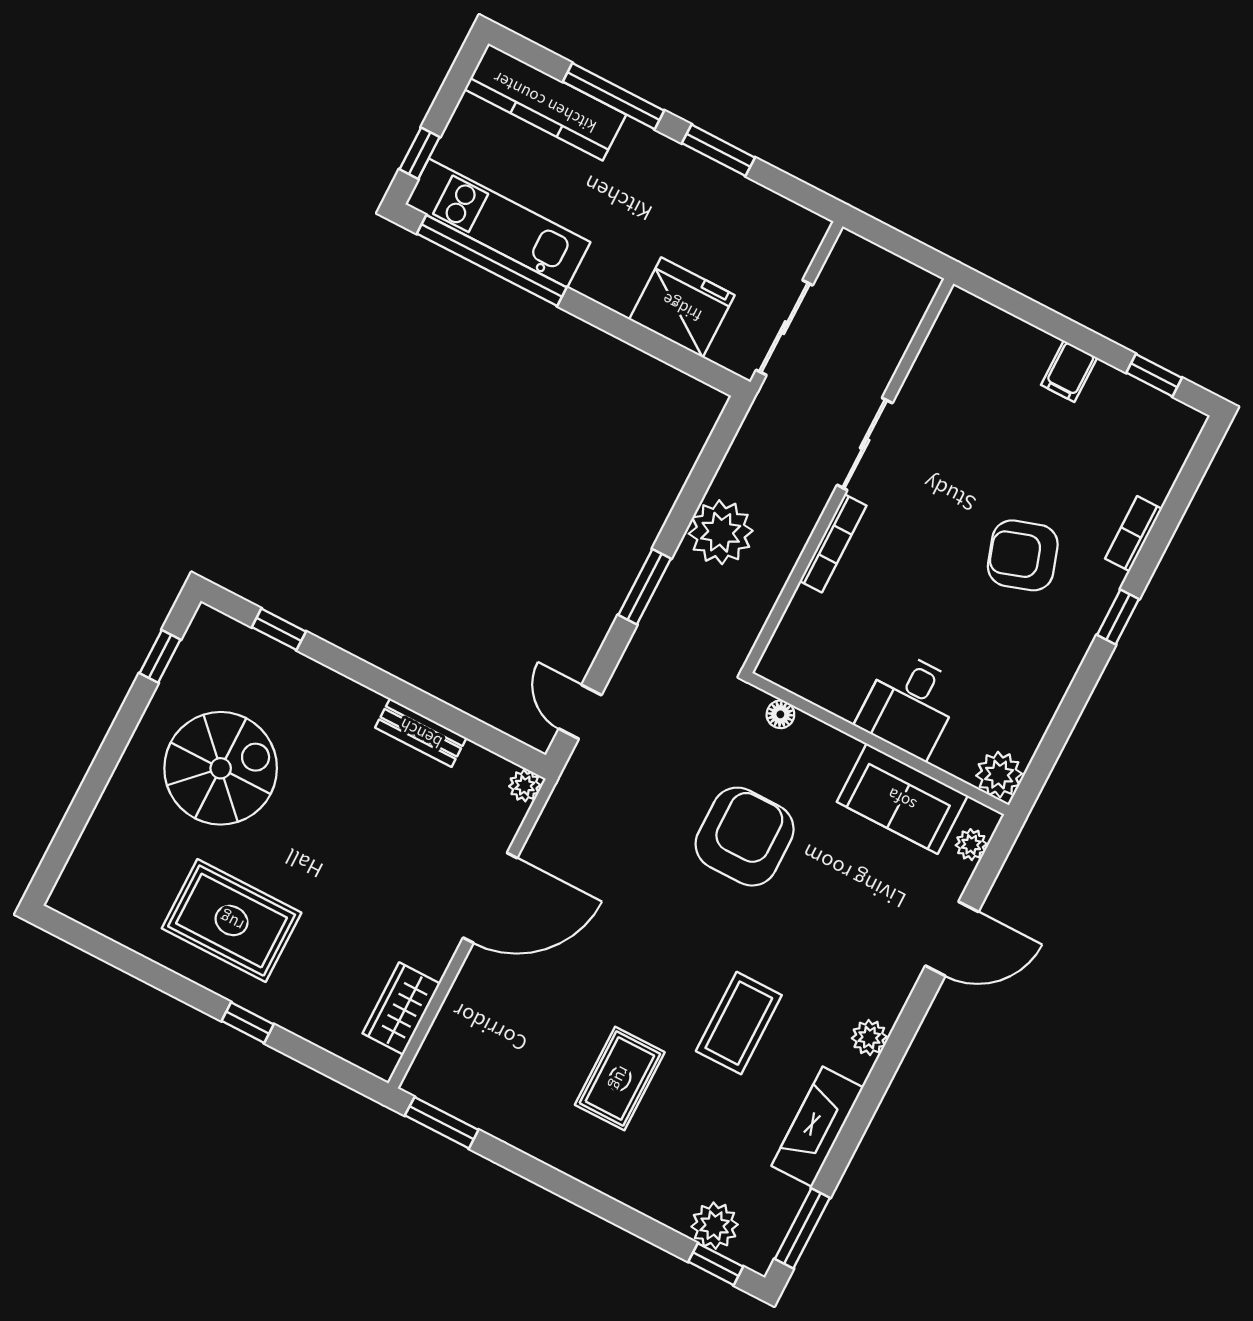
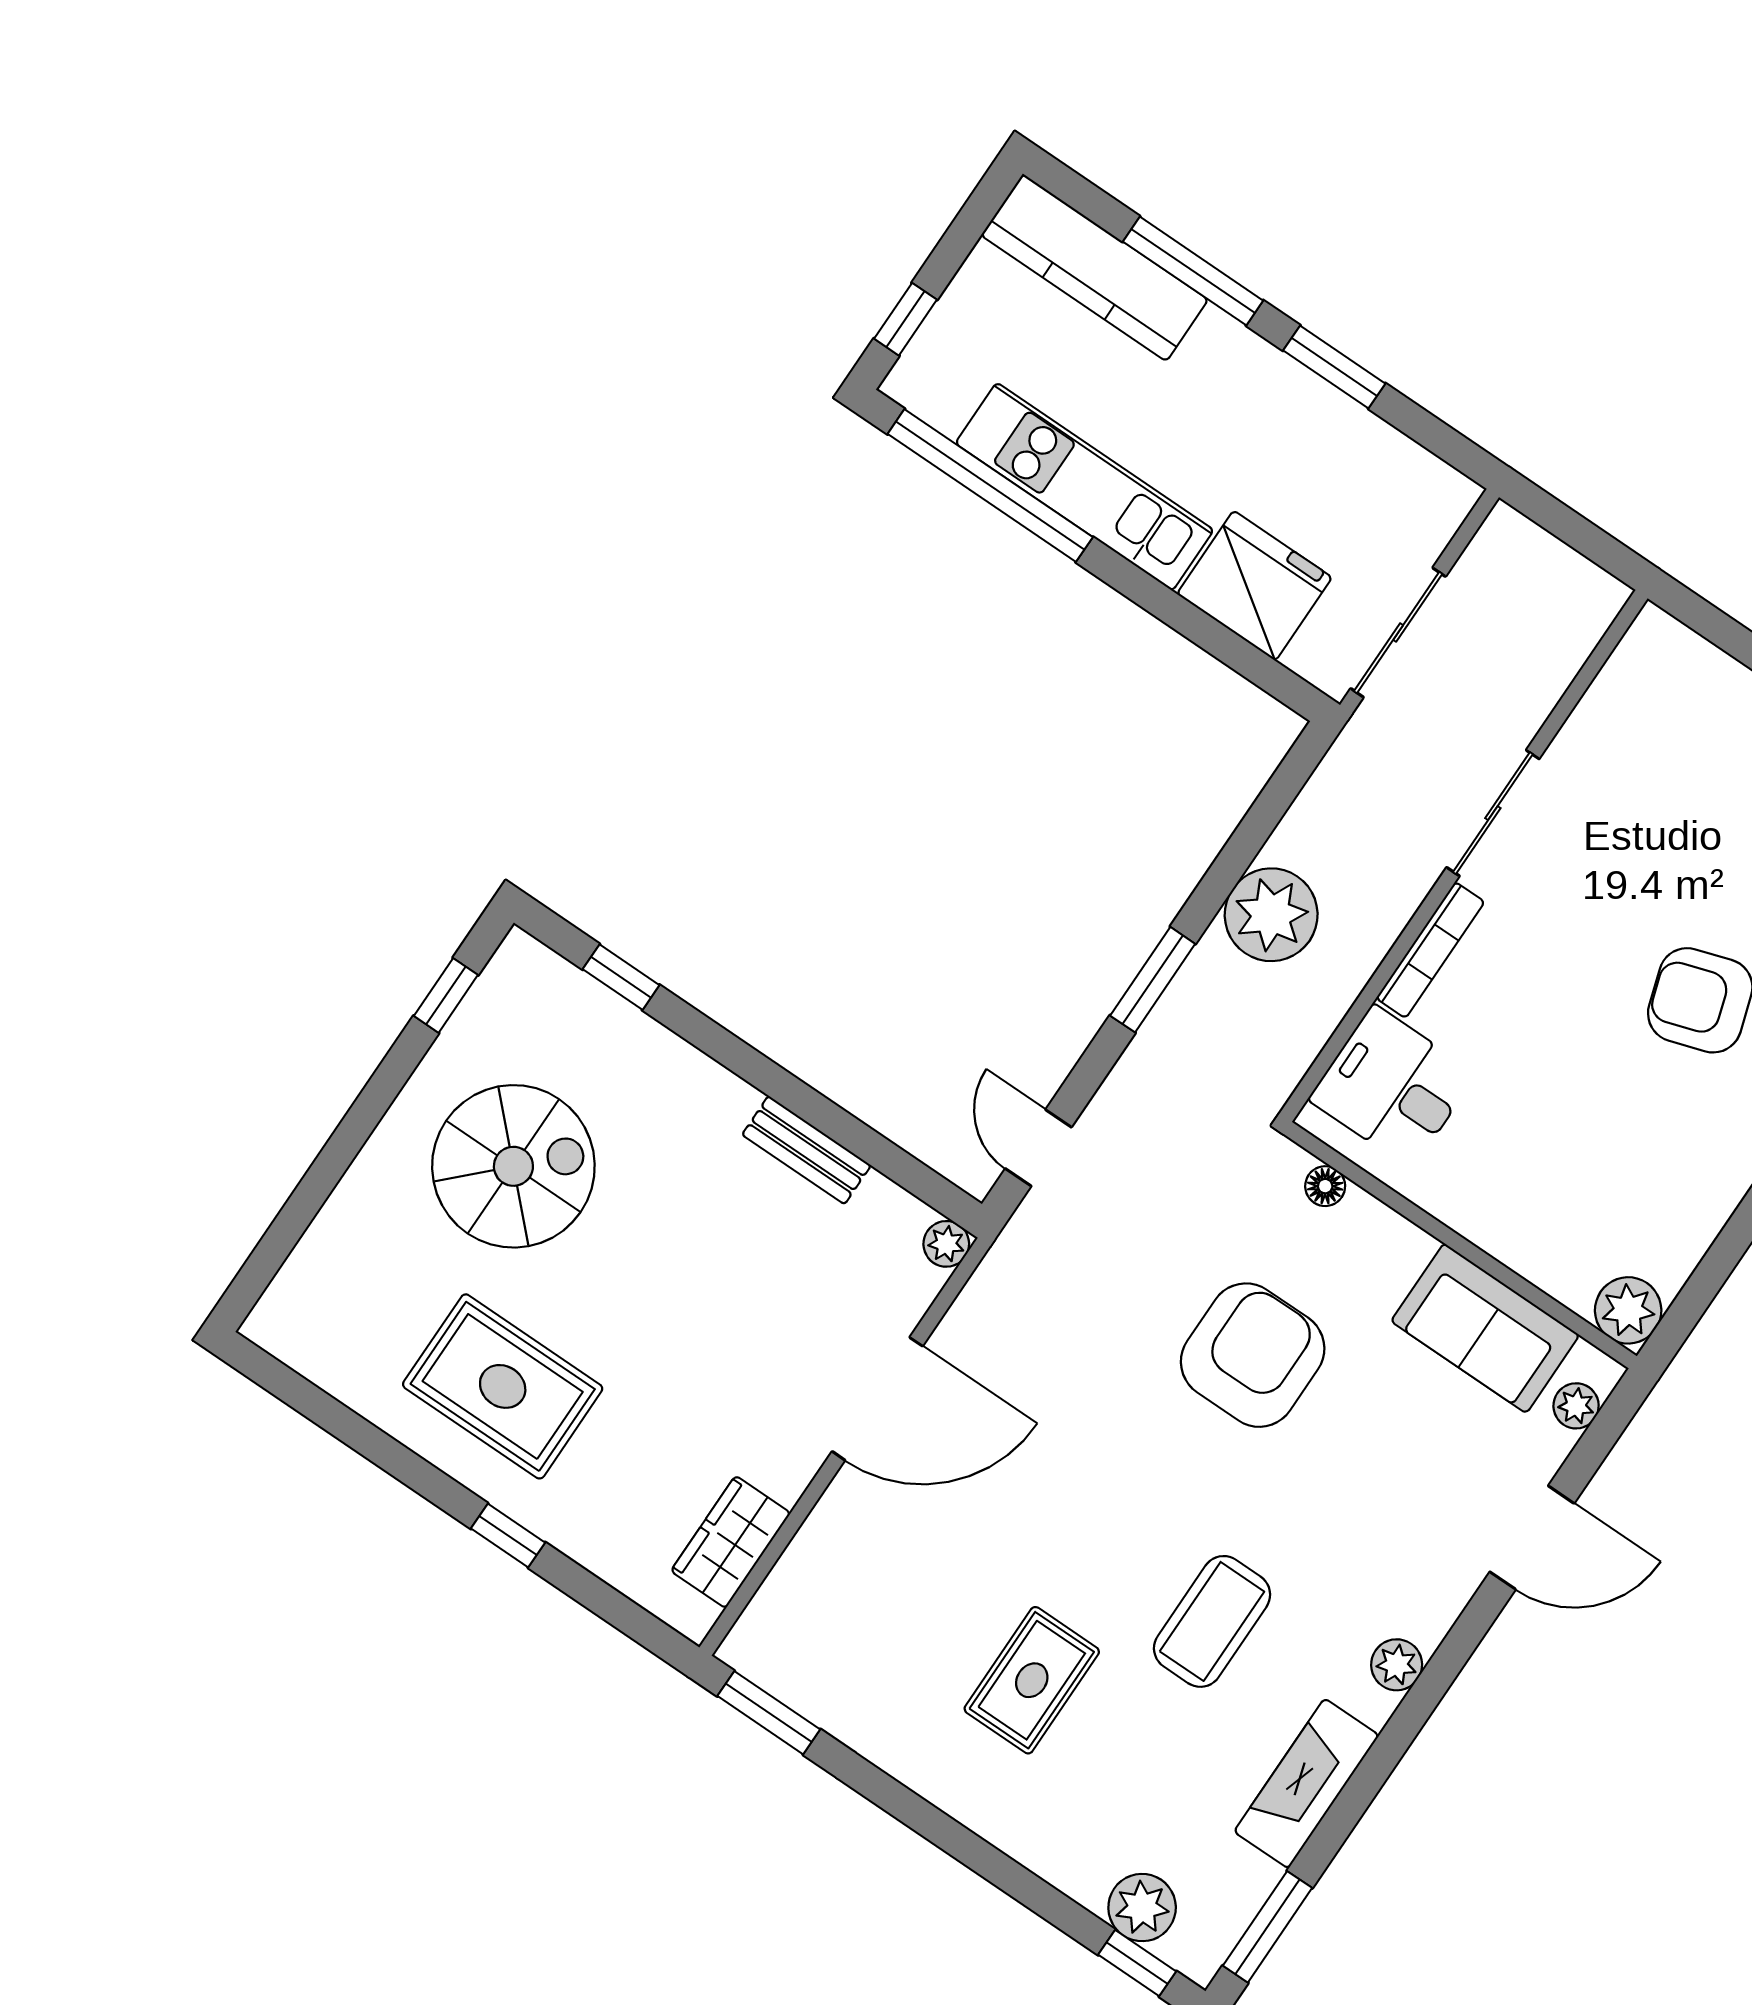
kitchen unit: (498, 223) -> (1084, 487), moved
desk: (910, 705) -> (1392, 1087), moved, turned 90

